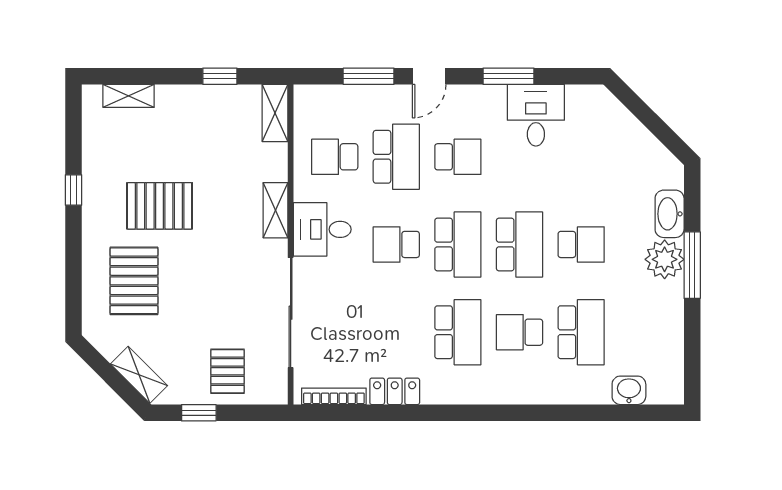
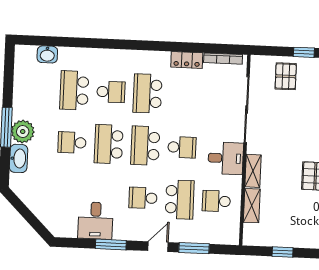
shelving: (275, 113) -> (252, 206), moved
school desk: (335, 157) -> (216, 201), turned 180
school desk: (396, 157) -> (180, 199), turned 180

